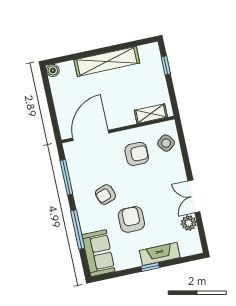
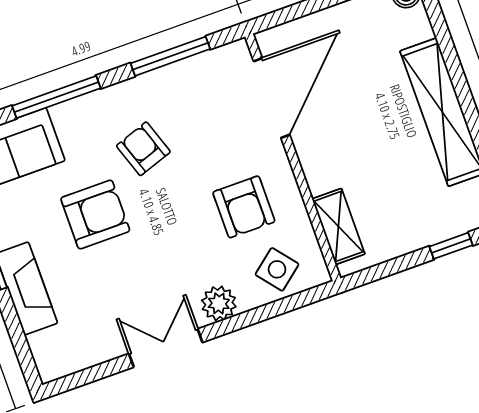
door: (91, 135) -> (272, 98), hinge flipped
plant: (189, 223) -> (219, 303), moved

